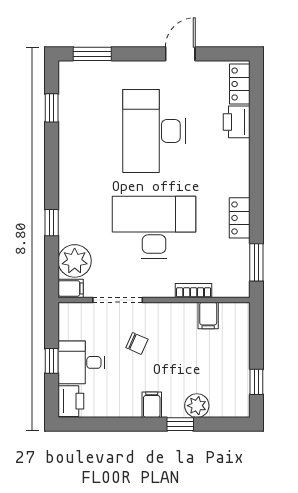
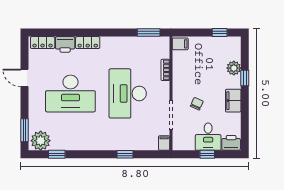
locker: (240, 218) -> (88, 43), moved
plant: (75, 261) -> (41, 141), moved
filing cabinet: (208, 316) -> (180, 44), moved
filing cabinet: (152, 405) -> (233, 101), width x2.00

